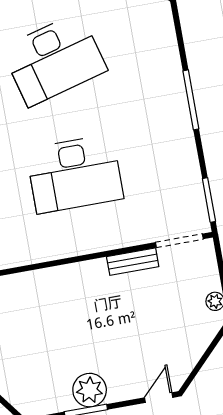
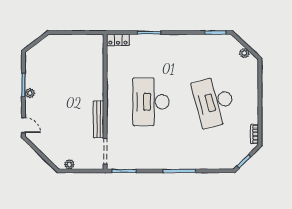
bench: (133, 262) -> (99, 119), width x1.36
plant: (90, 390) -> (30, 93), width x0.53, depth x0.53

